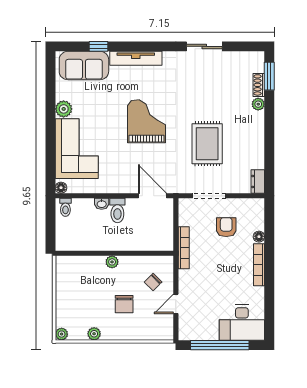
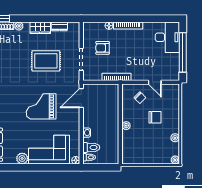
grand piano: (147, 121) -> (41, 106), moved
wardrobe: (256, 136) -> (40, 28), added
dresser: (258, 181) -> (59, 26), moved
toilet: (117, 210) -> (91, 147), moved

